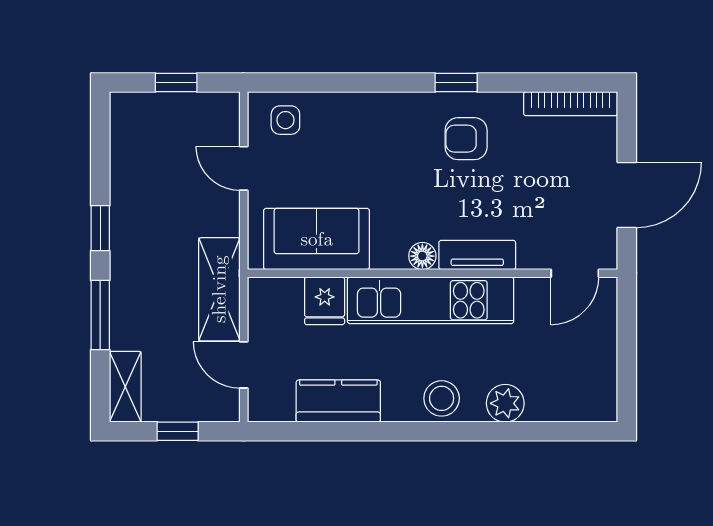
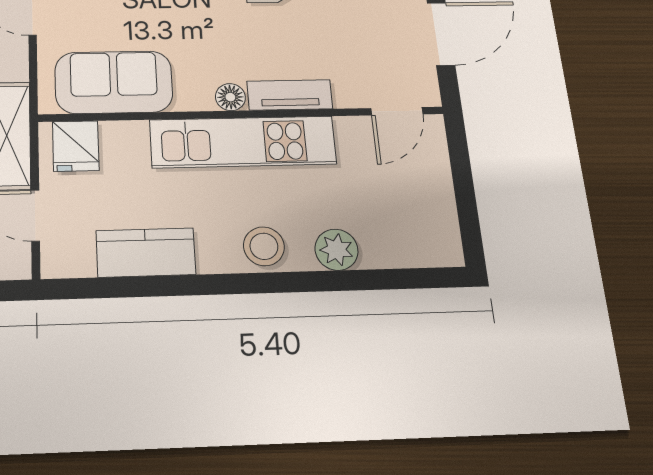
fridge: (325, 301) -> (76, 146), moved

